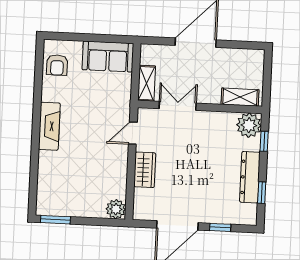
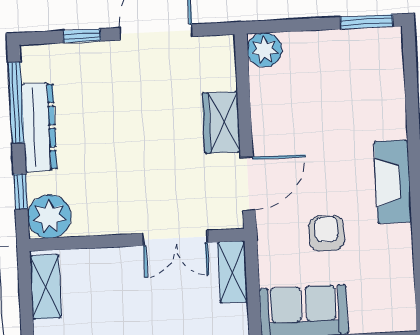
armchair: (57, 65) -> (326, 233), moved
shelving: (240, 97) -> (45, 287), moved, turned 90
door: (133, 133) -> (248, 184), width x1.38
window: (262, 193) -> (16, 103), width x2.17

